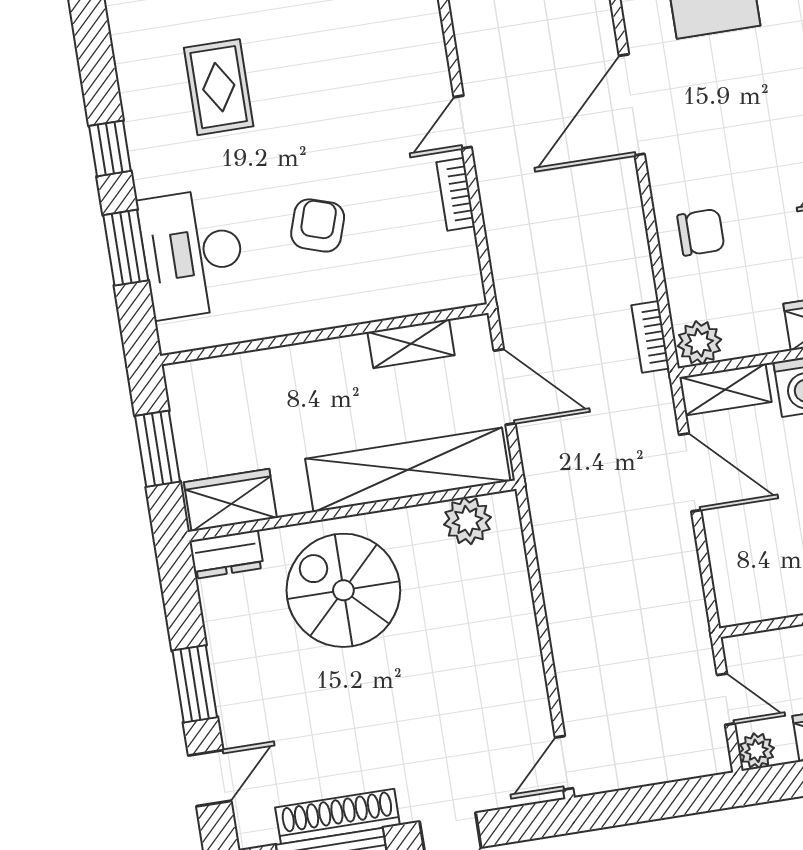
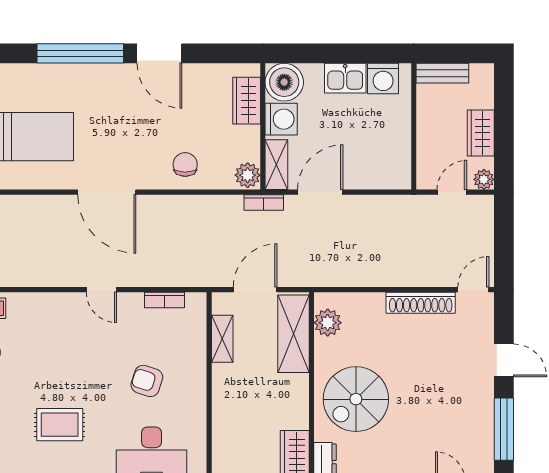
bookcase: (456, 194) -> (164, 300), moved
bookcase: (650, 337) -> (264, 202), moved
shelving: (408, 470) -> (293, 334), width x0.68
door: (564, 763) -> (473, 290), swing flipped
shoe rack: (338, 816) -> (421, 303), moved, turned -90

